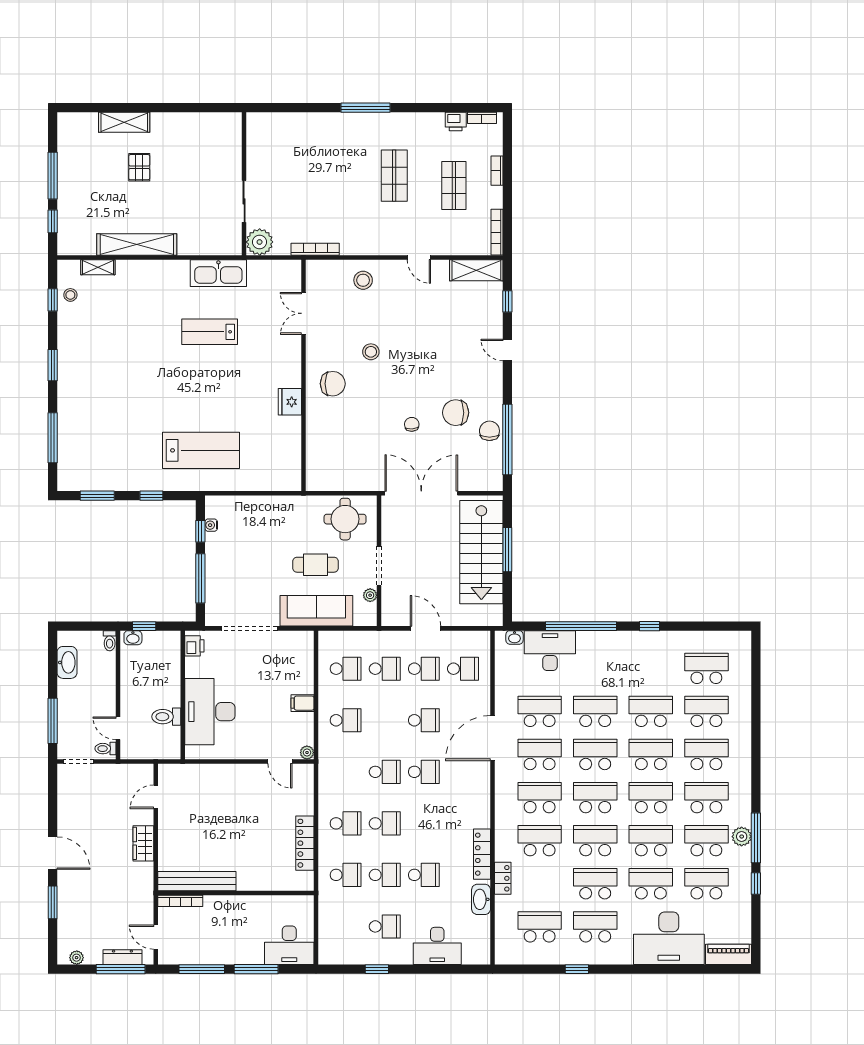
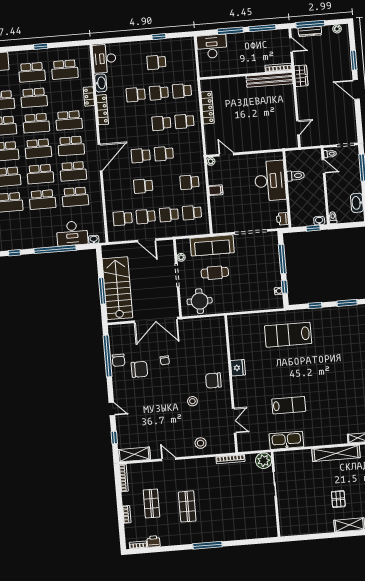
door: (492, 738) -> (100, 158), moved
wardrobe: (143, 843) -> (301, 76), moved
desk: (437, 946) -> (104, 59), moved, turned -90

